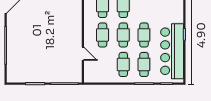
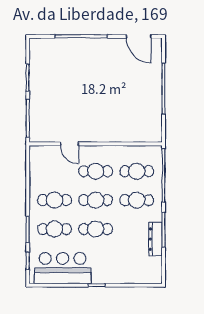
bar counter: (172, 51) -> (63, 268), width x0.73
door: (83, 54) -> (70, 144), hinge flipped

